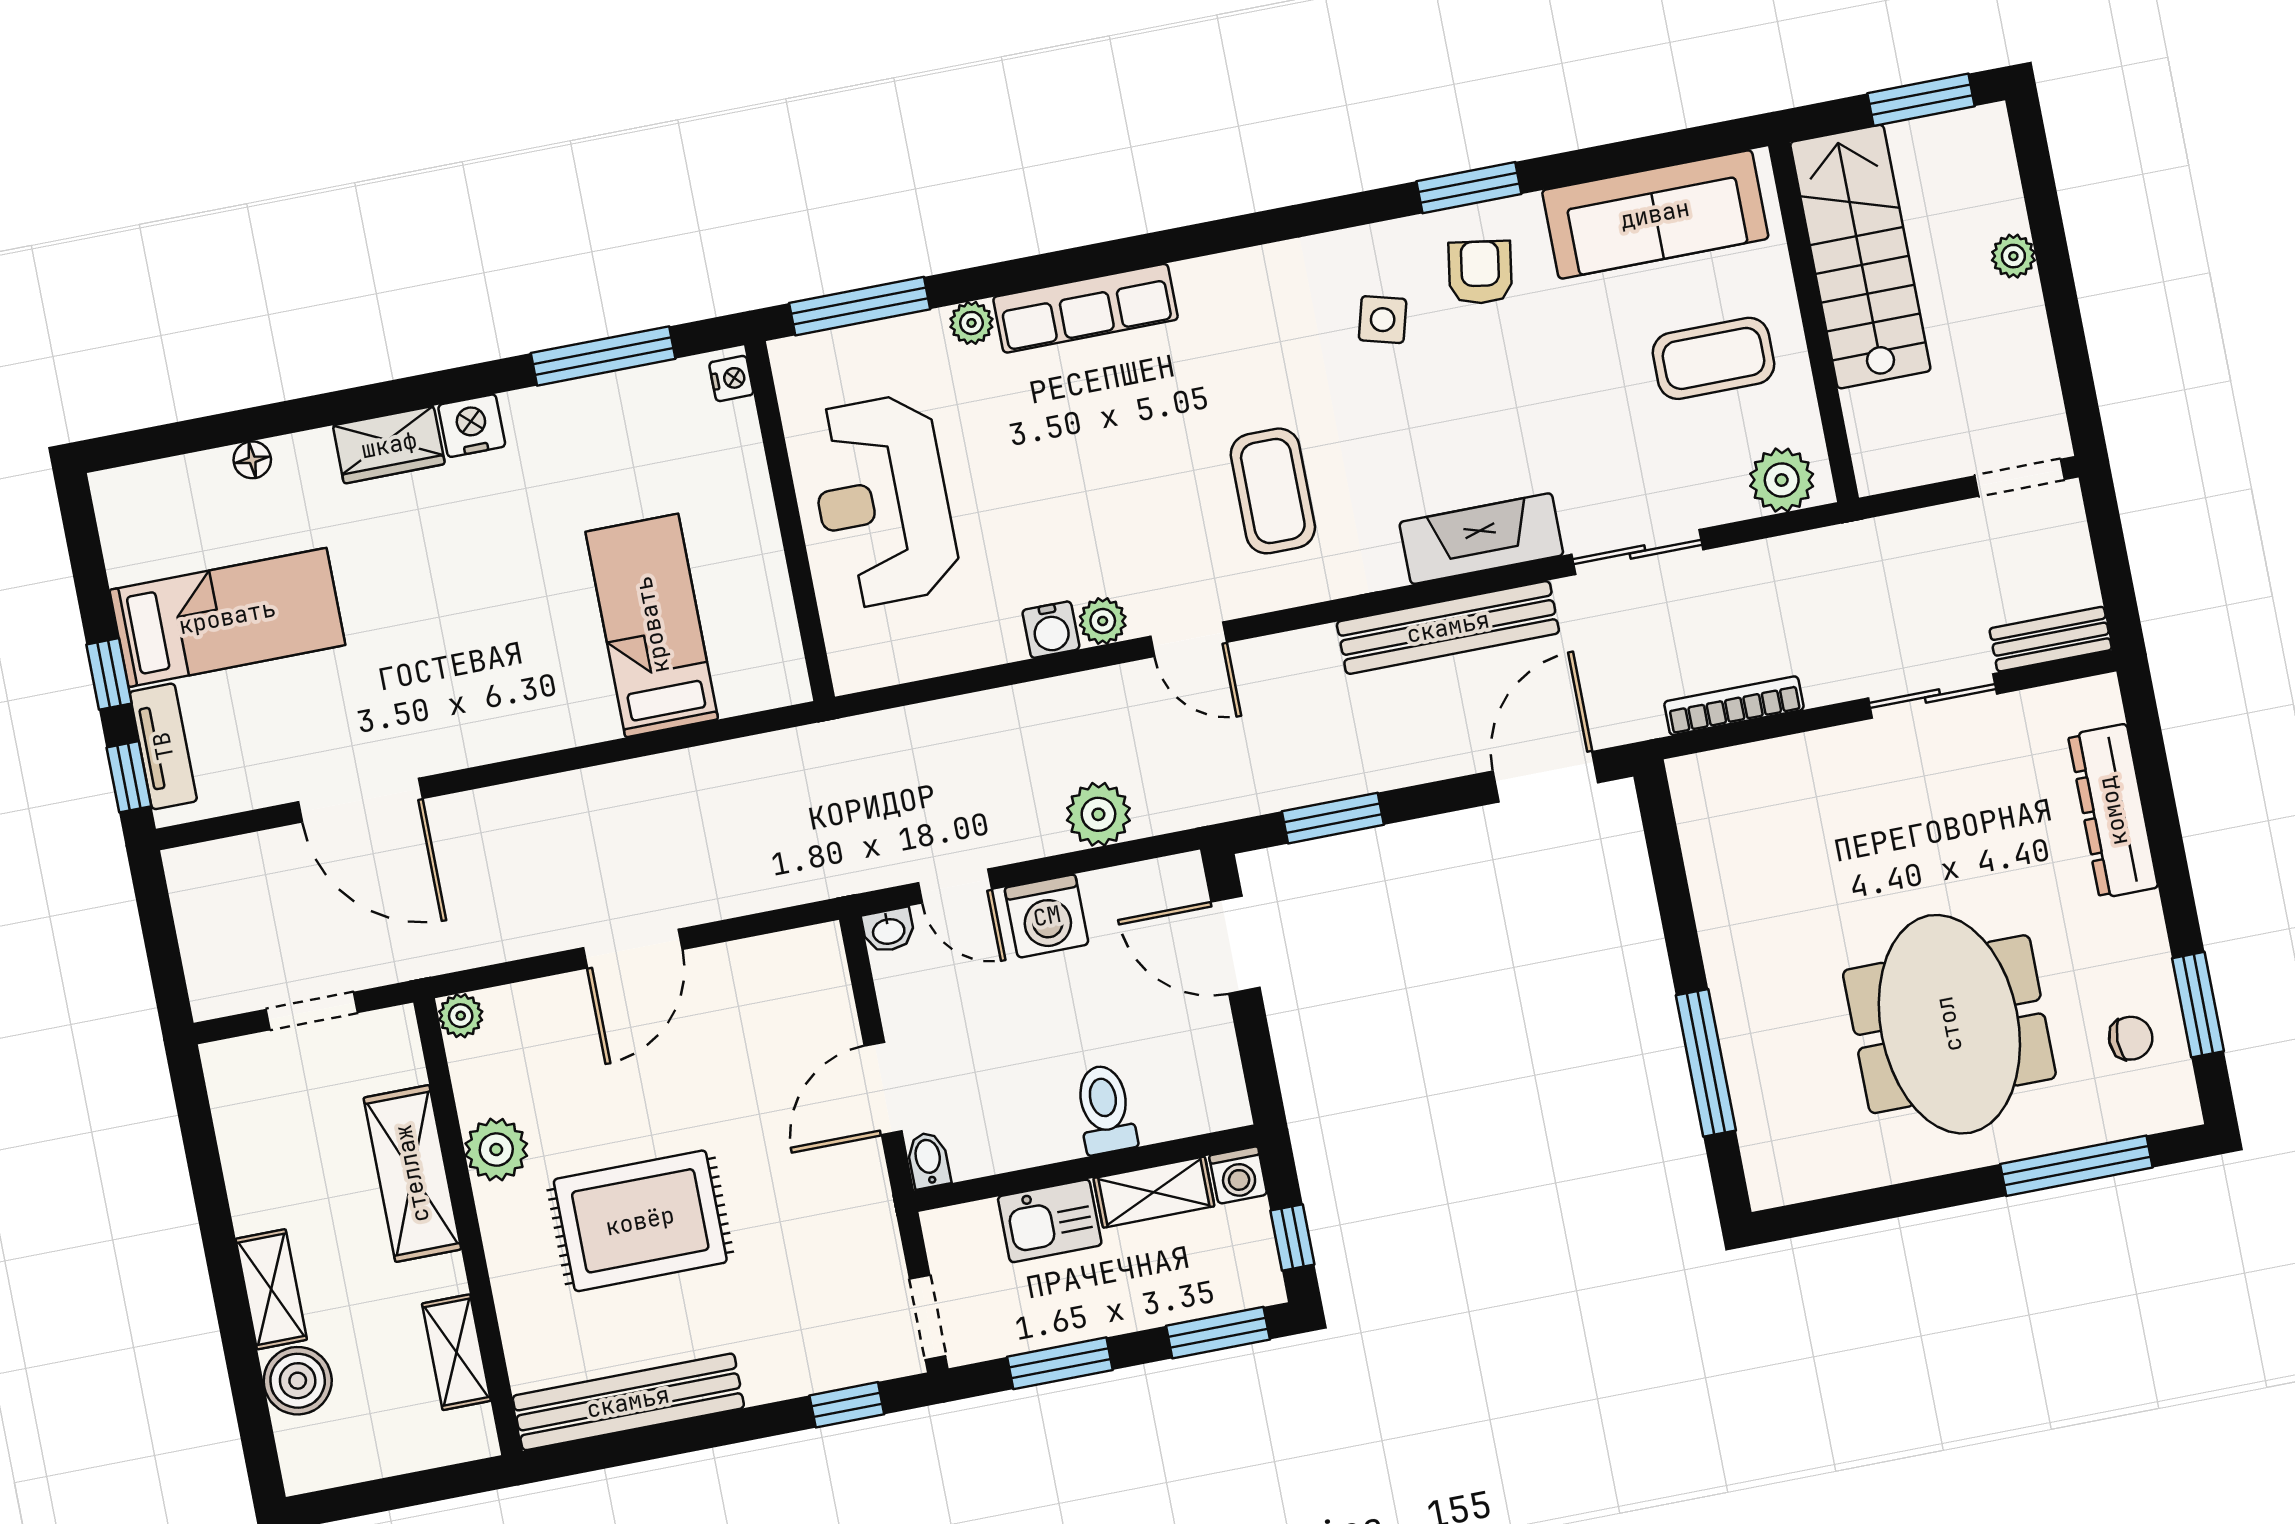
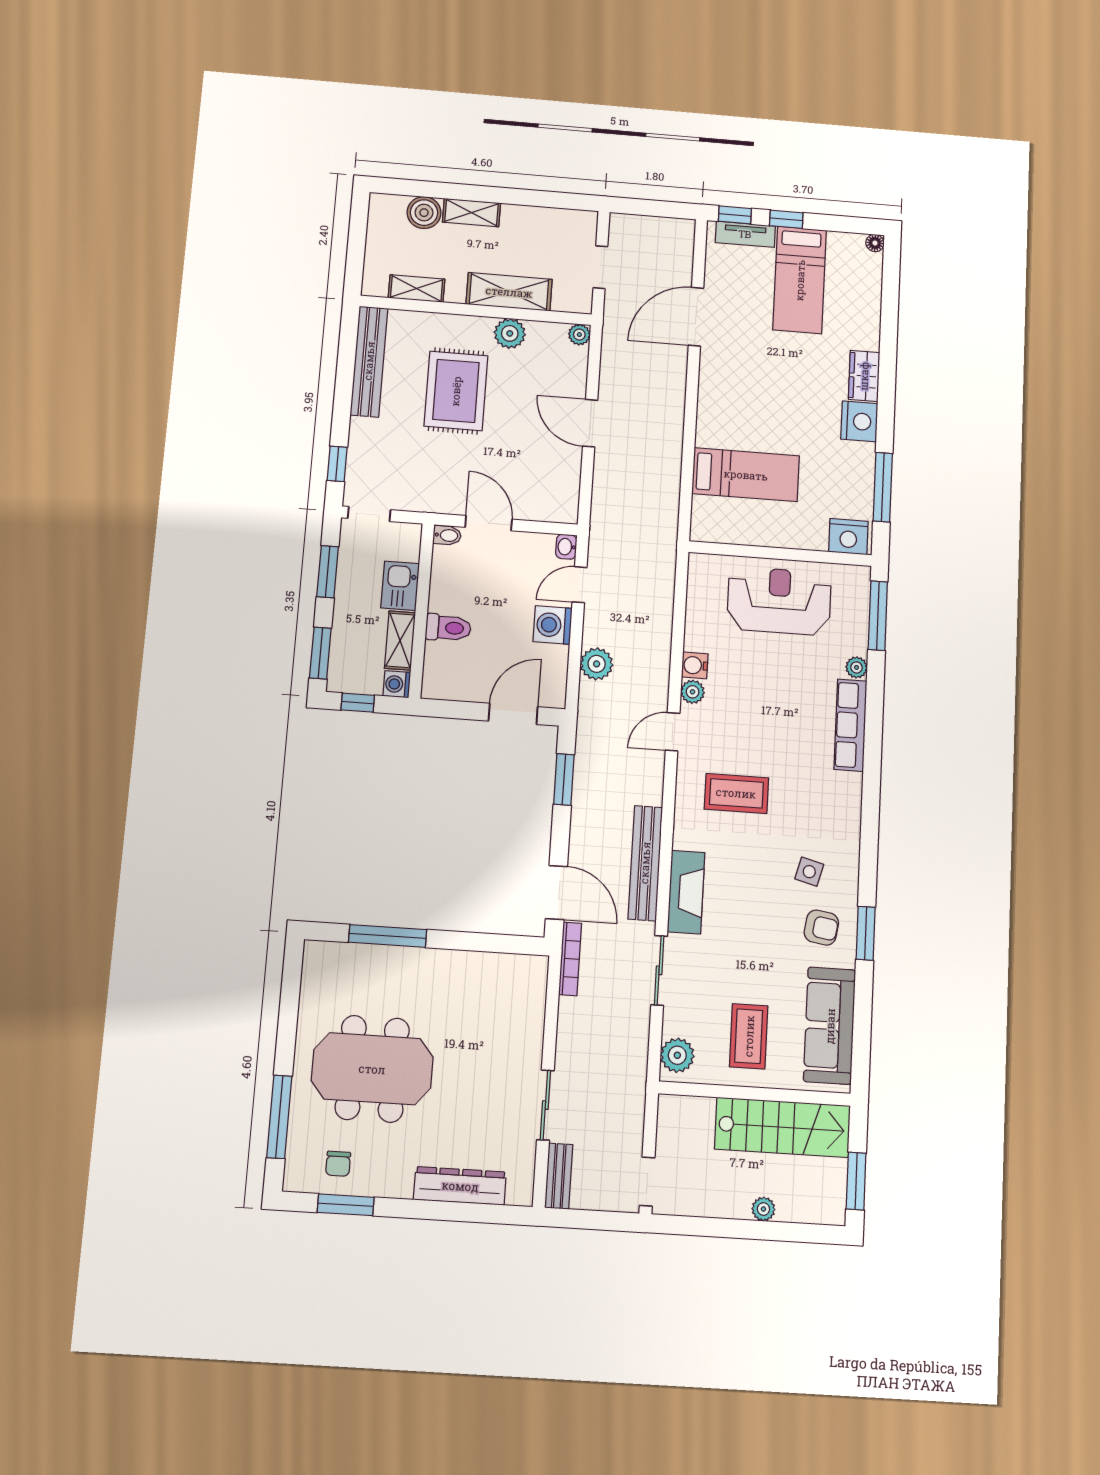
nightstand: (731, 378) -> (848, 537), width x1.89, depth x1.79
nightstand: (472, 426) -> (859, 421), width x1.36, depth x1.33
floor lamp: (252, 460) -> (875, 243), moved
bookcase: (1734, 706) -> (570, 959), moved

